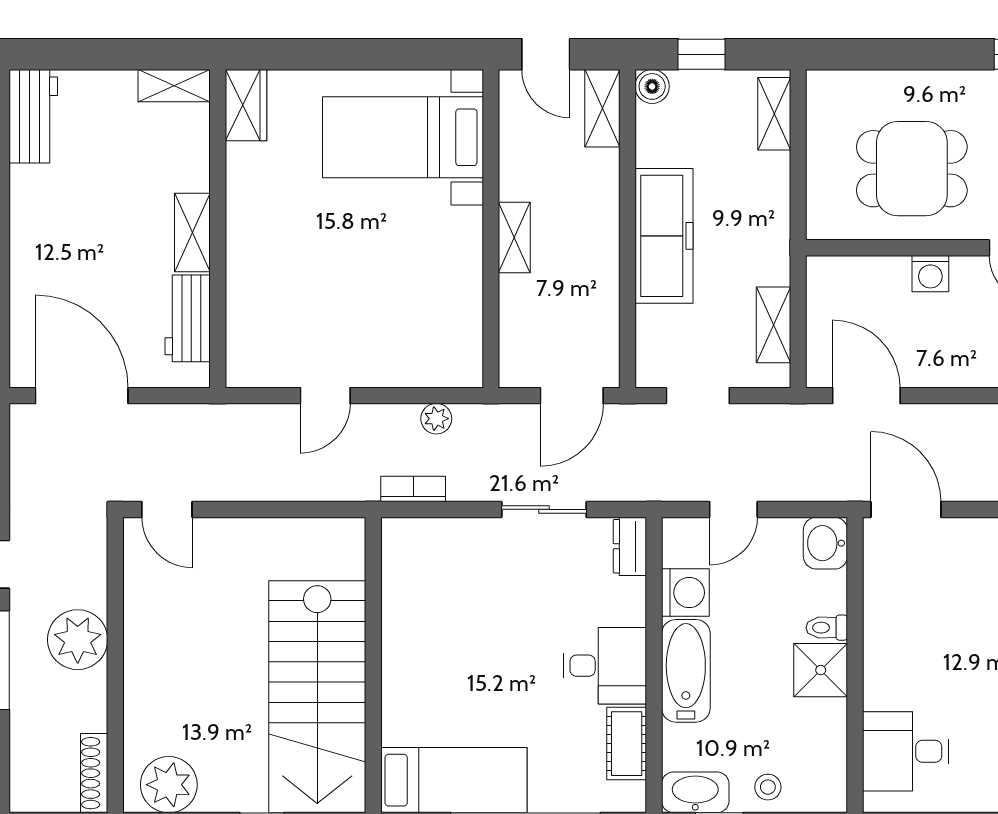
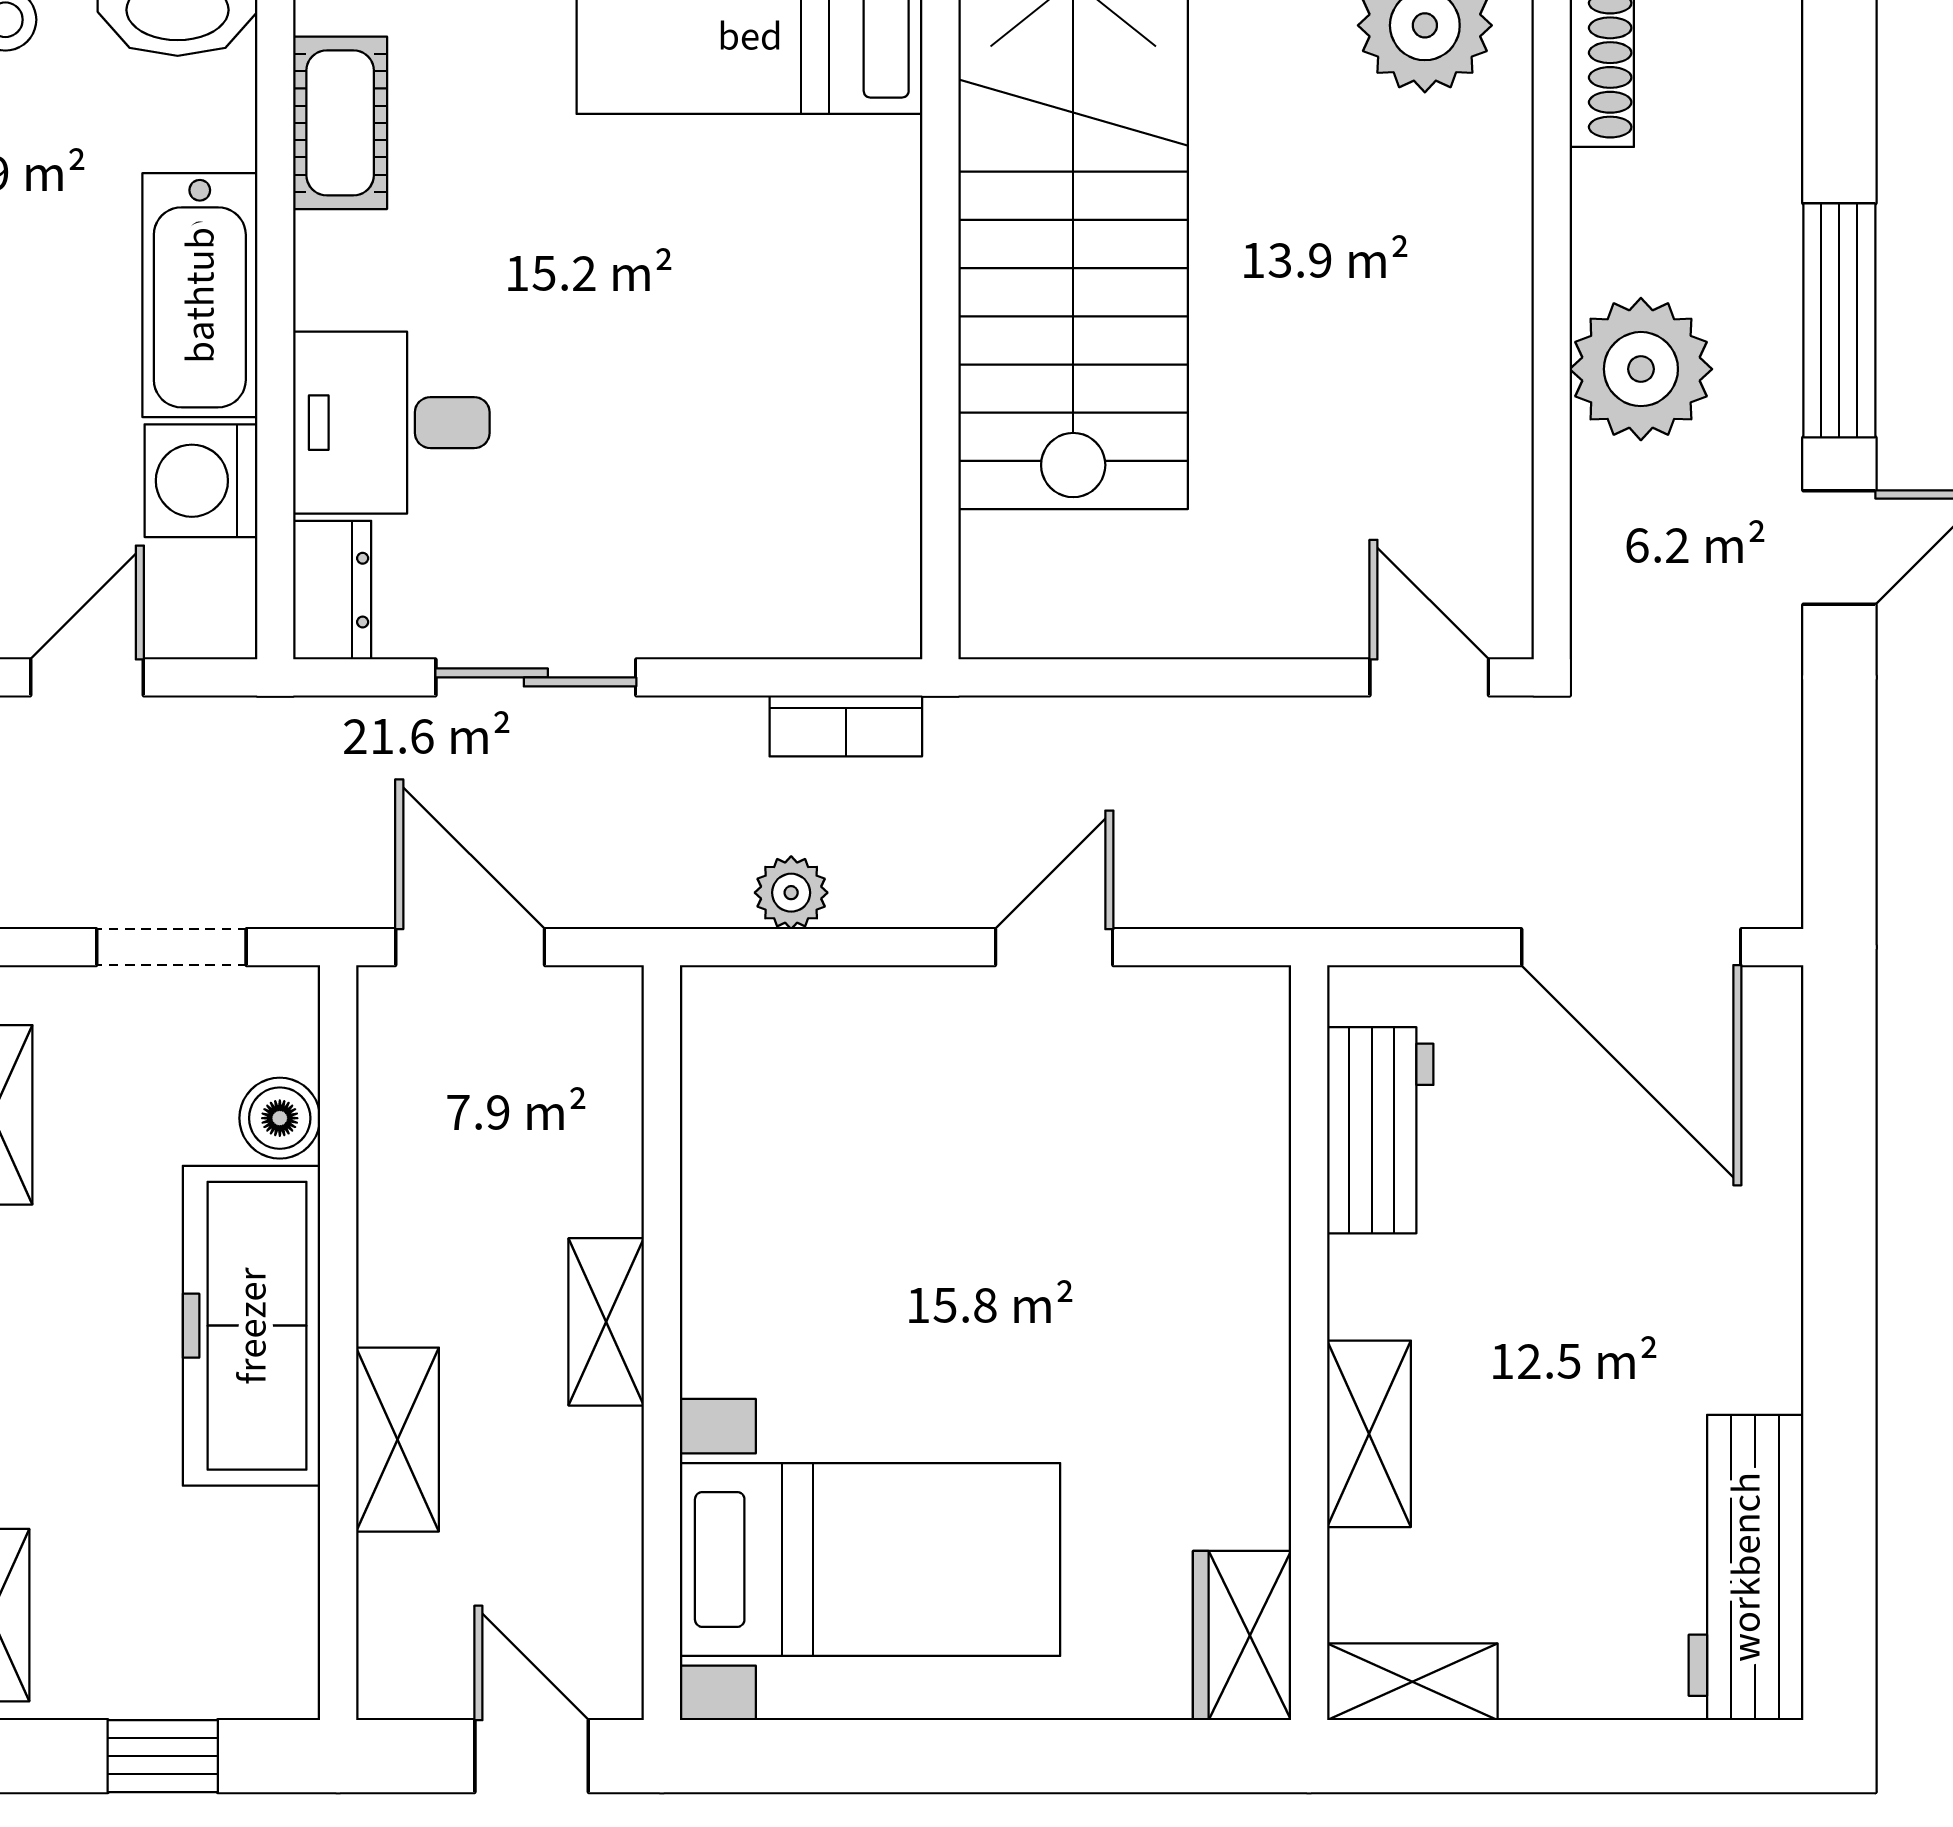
boiler: (652, 86) -> (280, 1118), moved
shelving: (602, 108) -> (398, 1440), moved
workbench: (33, 116) -> (1746, 1567), width x1.38
shelving: (192, 233) -> (1369, 1434), moved
door: (572, 396) -> (470, 947), hinge flipped
desk: (605, 666) -> (391, 423), moved

